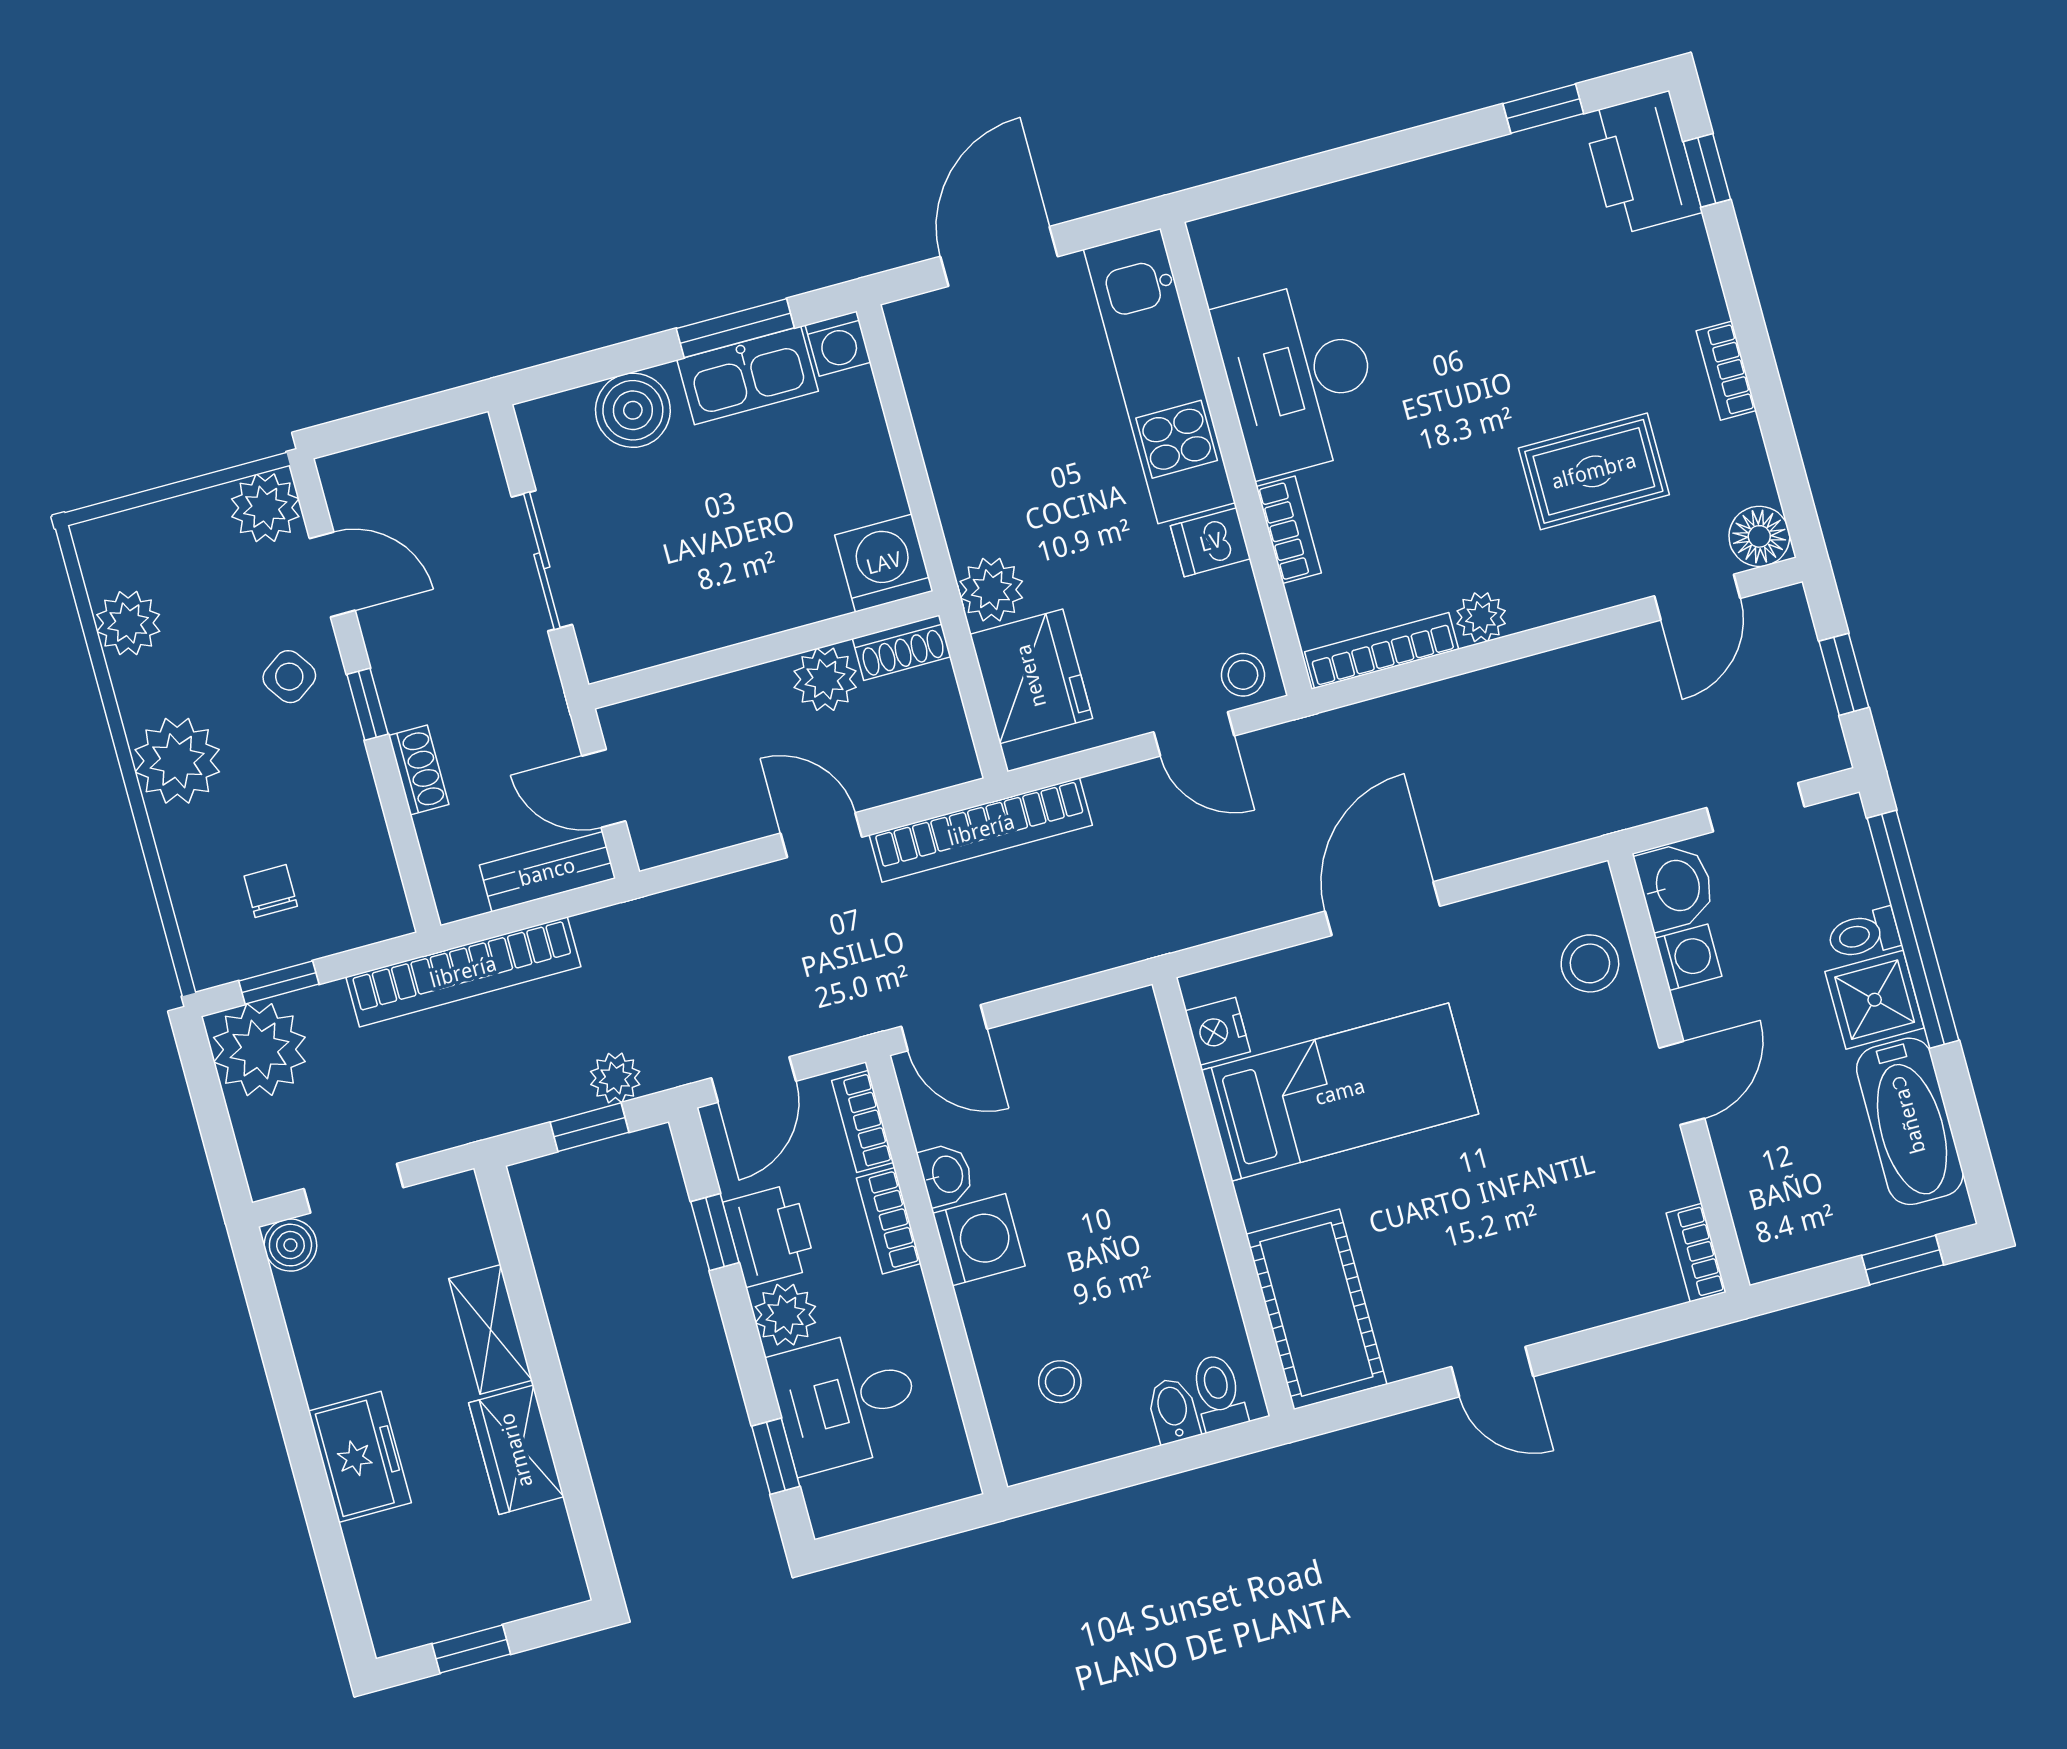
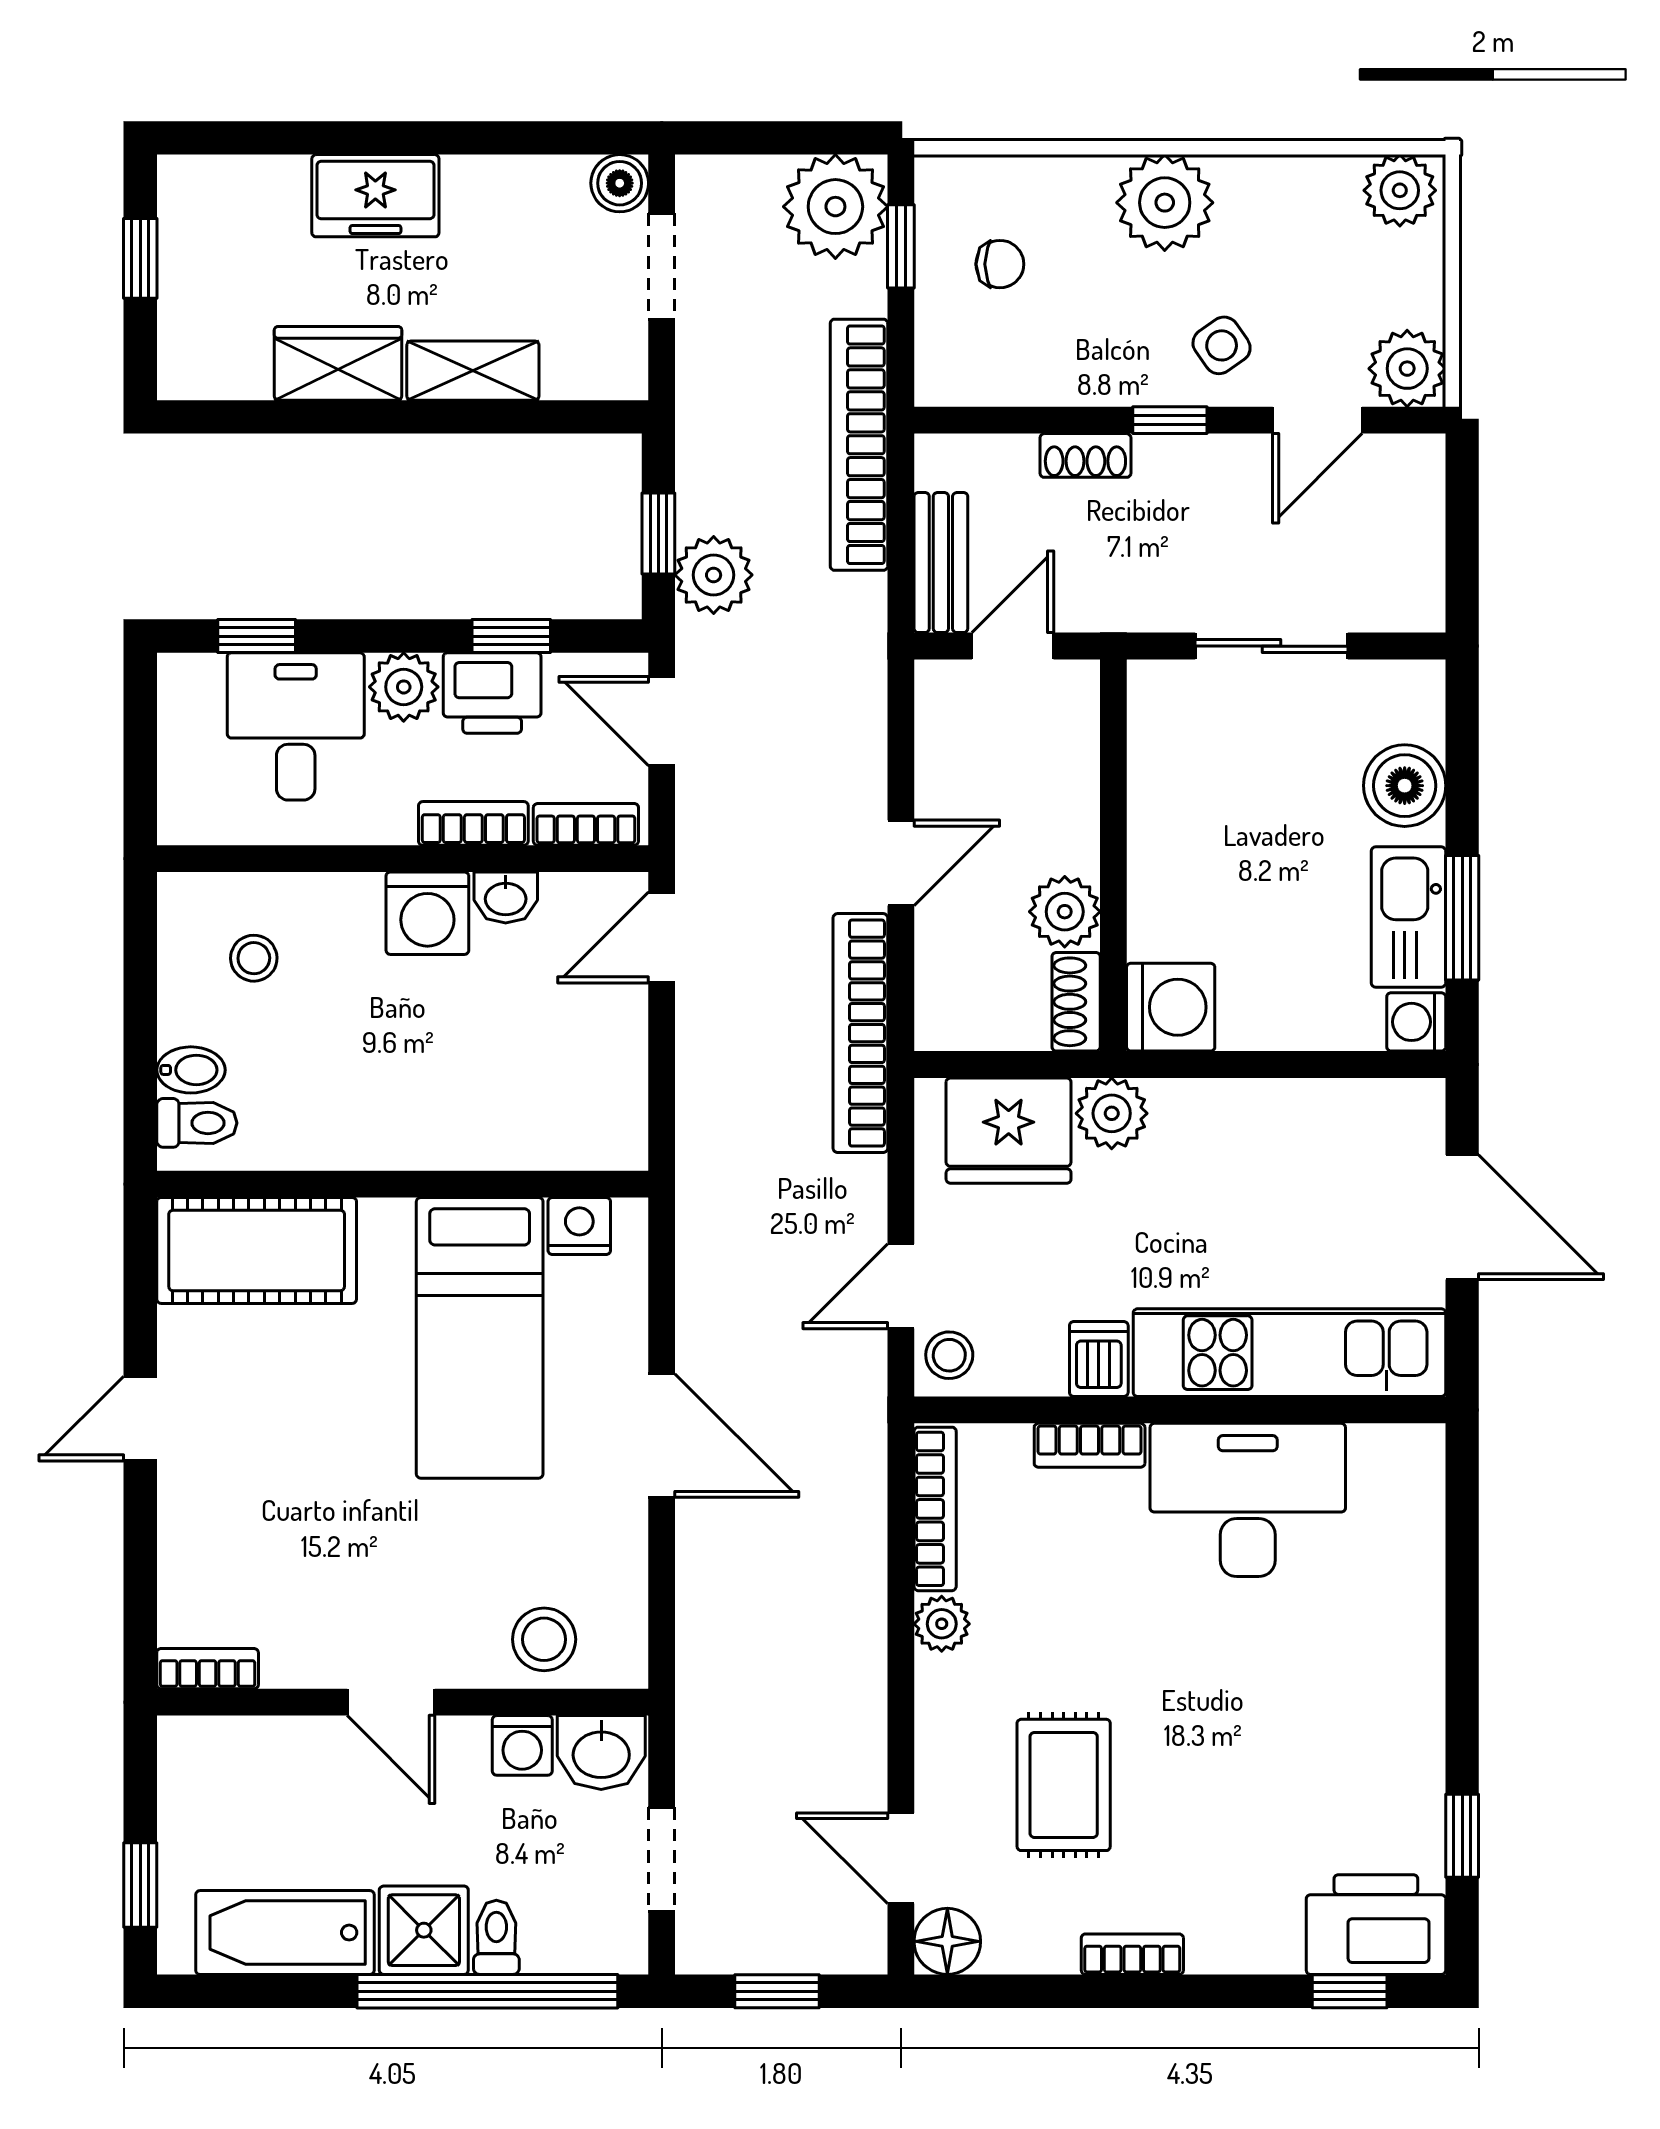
plant: (128, 623) -> (1400, 190), moved
plant: (615, 1078) -> (714, 575), width x1.38, depth x1.38

